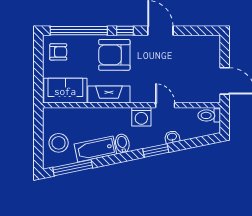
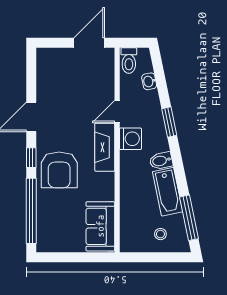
armchair: (58, 52) -> (56, 234), removed
fireplace: (109, 95) -> (105, 147), moved
washbasin: (172, 137) -> (149, 81), moved
stool: (59, 143) -> (160, 234), width x0.53, depth x0.53

